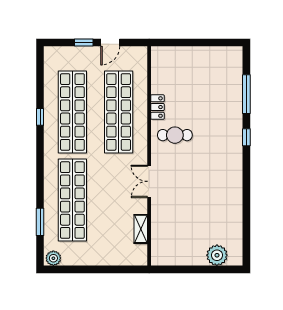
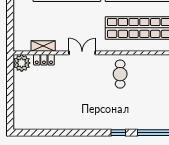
locker: (157, 107) -> (44, 60), moved
plant: (217, 255) -> (22, 63), moved

